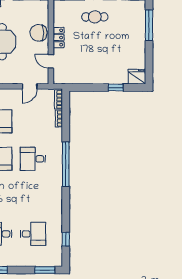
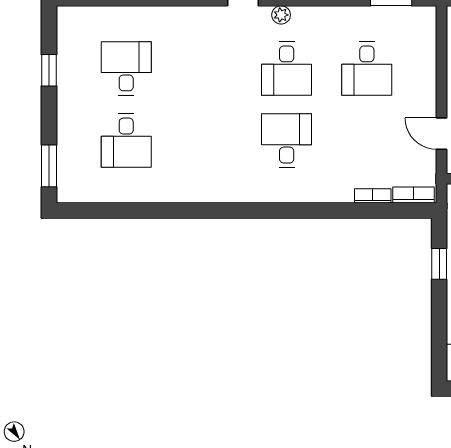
window: (116, 87) -> (439, 264), moved
window: (66, 164) -> (275, 211), removed
window: (66, 239) -> (115, 211), removed

